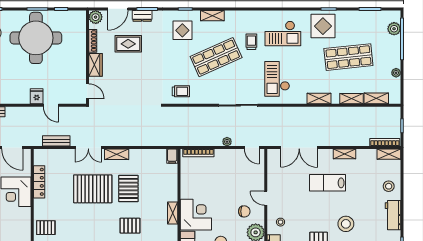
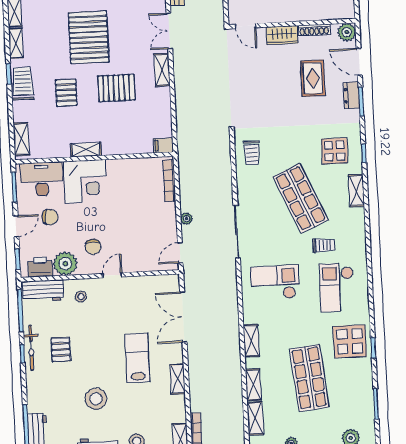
door: (87, 91) -> (245, 26), hinge flipped
pallet: (93, 189) -> (89, 37), moved
stool: (346, 224) -> (96, 399), moved

